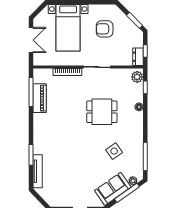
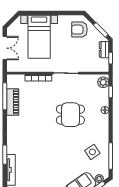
armchair: (105, 29) -> (79, 30), moved
dresser: (138, 57) -> (104, 50), moved
side table: (114, 151) -> (92, 152), moved

